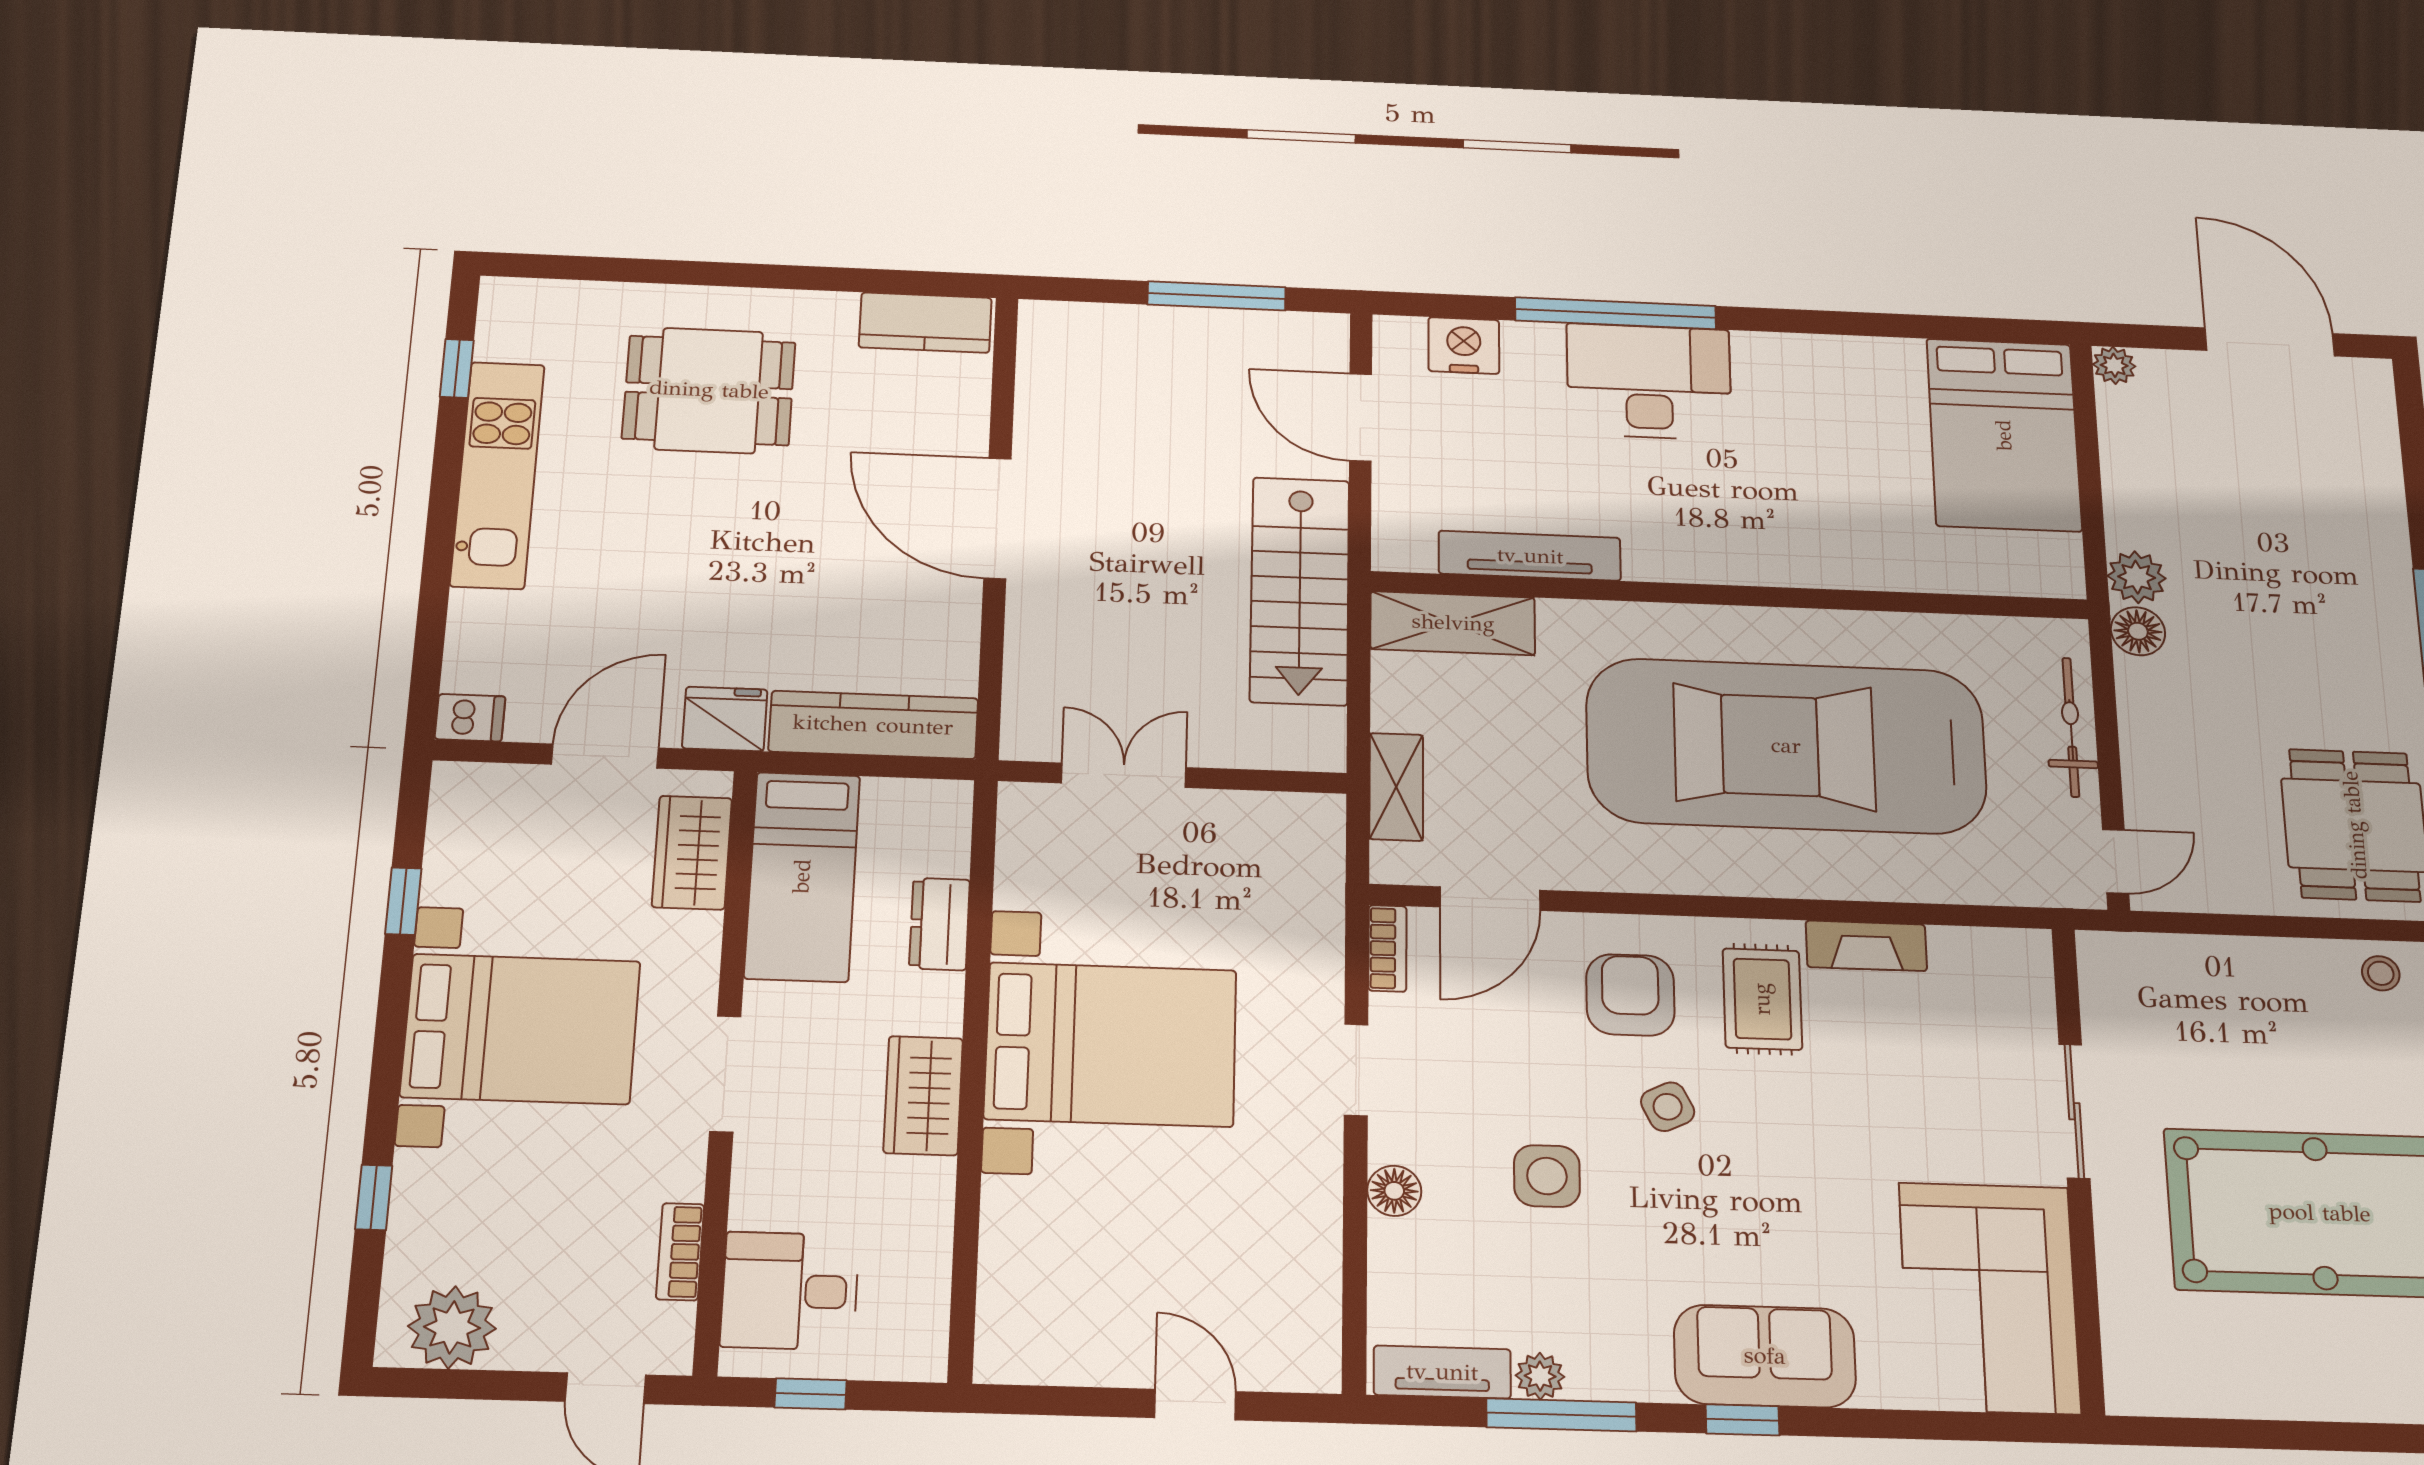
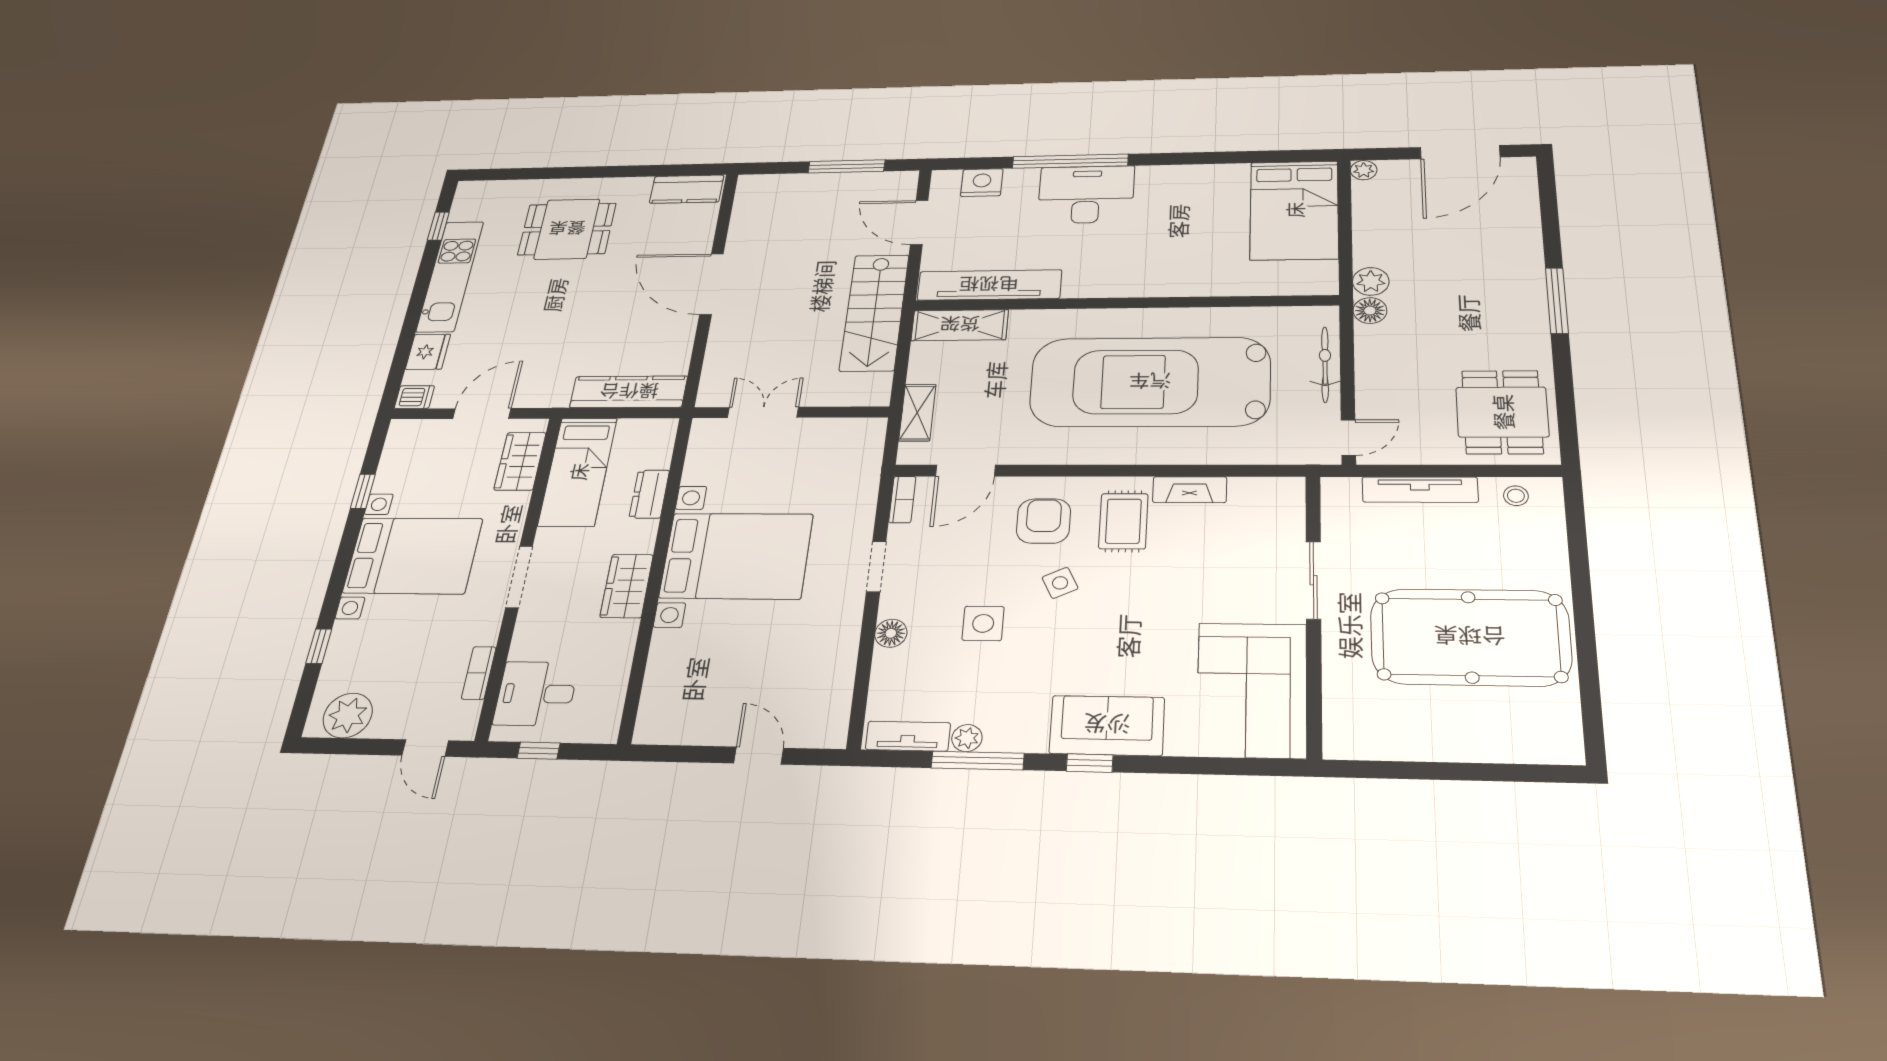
door: (2270, 342) -> (1460, 152), swing flipped
tv unit: (1530, 556) -> (989, 285), width x1.36, depth x1.29
fridge: (725, 719) -> (428, 352), moved, turned 90
tv unit: (2232, 958) -> (1420, 490), added

